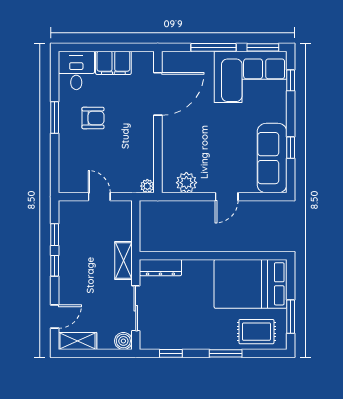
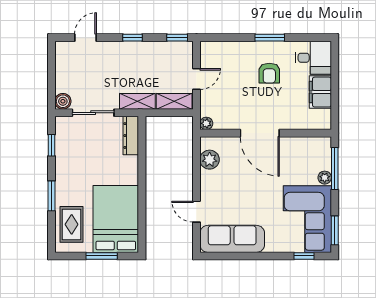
window: (213, 47) -> (335, 168), moved
plant: (206, 58) -> (325, 178), added
door: (158, 94) -> (260, 133), moved
window: (291, 148) -> (242, 256), removed
door: (227, 197) -> (196, 212), moved
window: (55, 235) -> (177, 38), moved
door: (55, 317) -> (85, 38), swing flipped
window: (291, 317) -> (102, 256), moved
shelving: (78, 341) -> (174, 101), moved, turned 90

